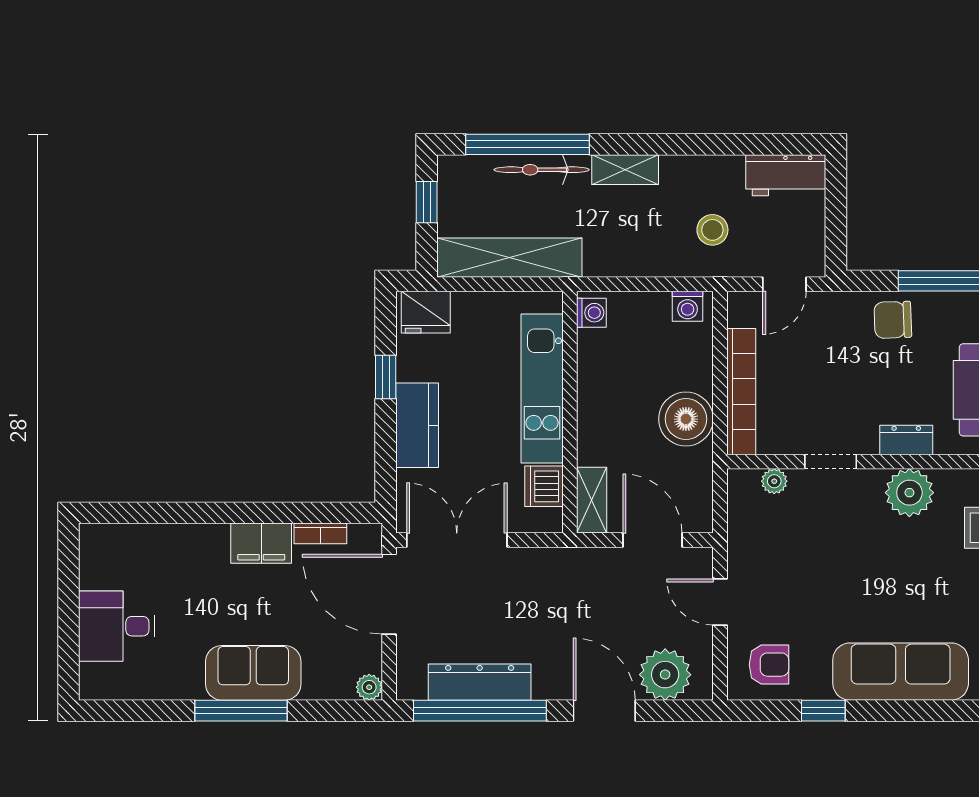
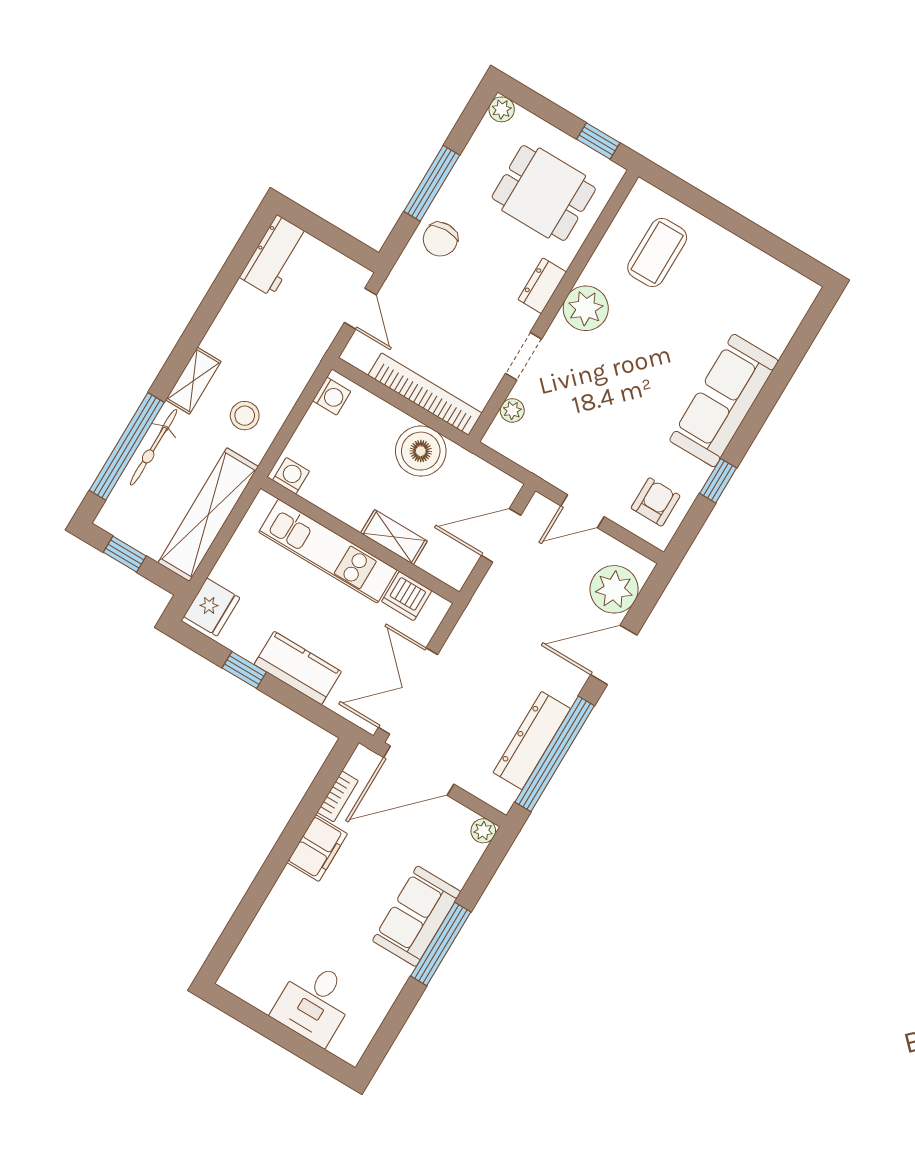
stool: (712, 230) -> (245, 416), moved
shelving: (592, 500) -> (394, 537), moved

